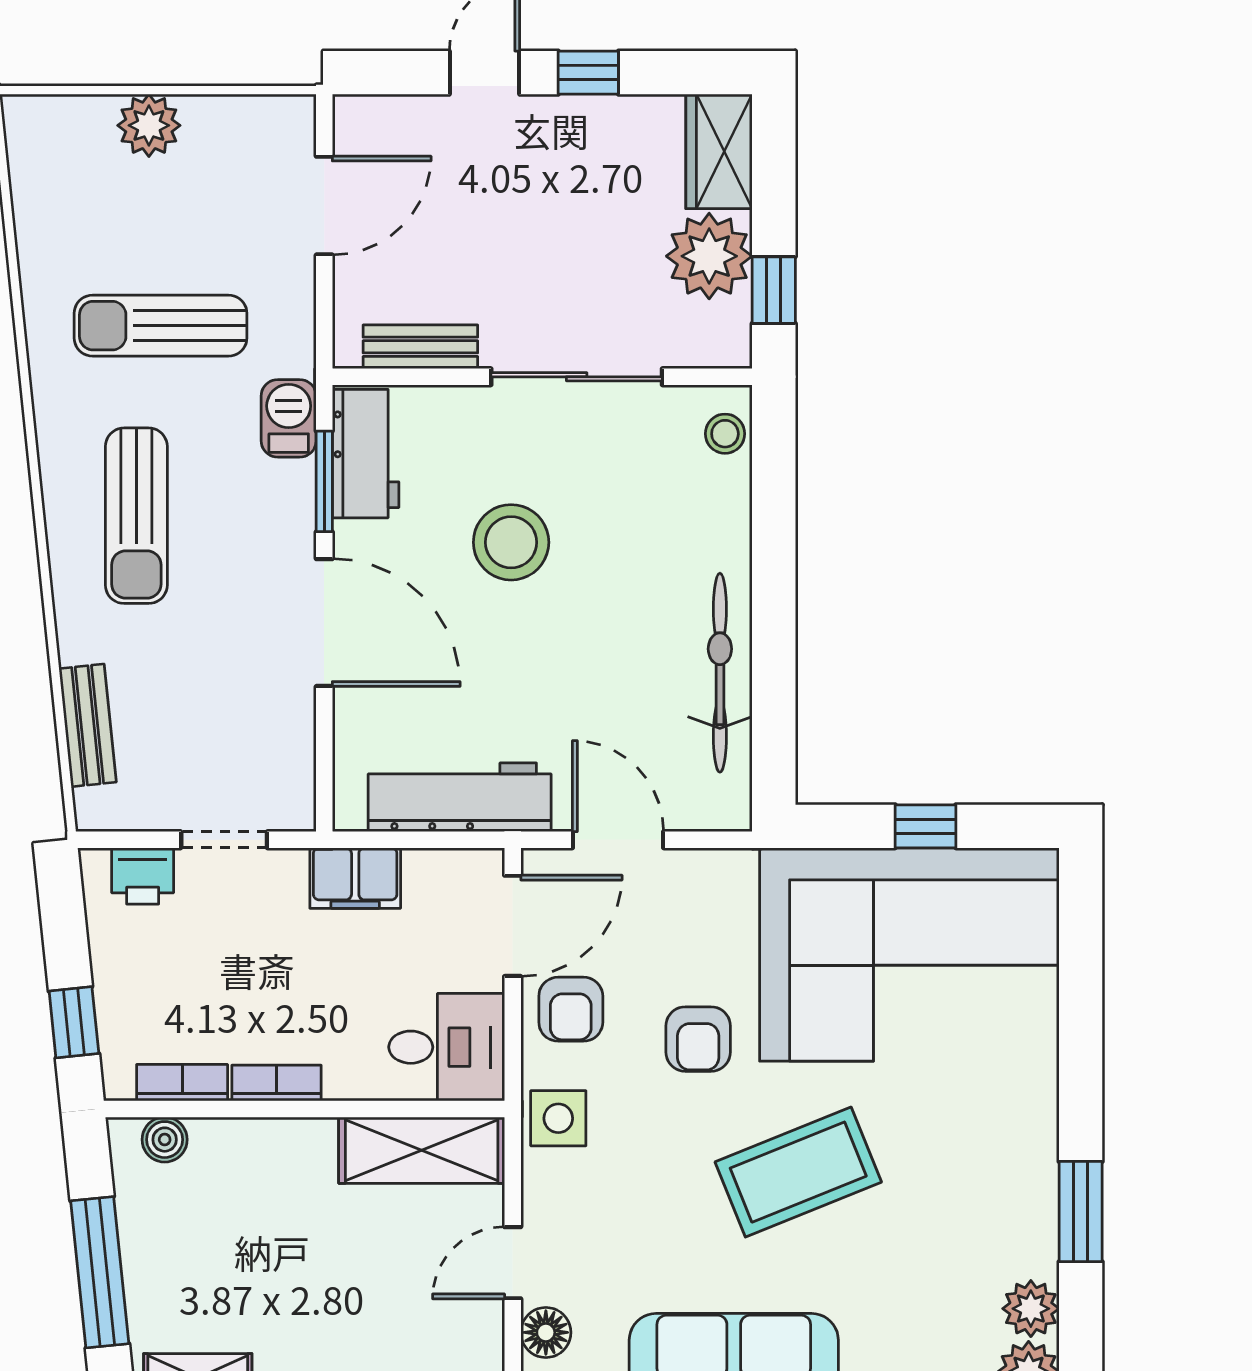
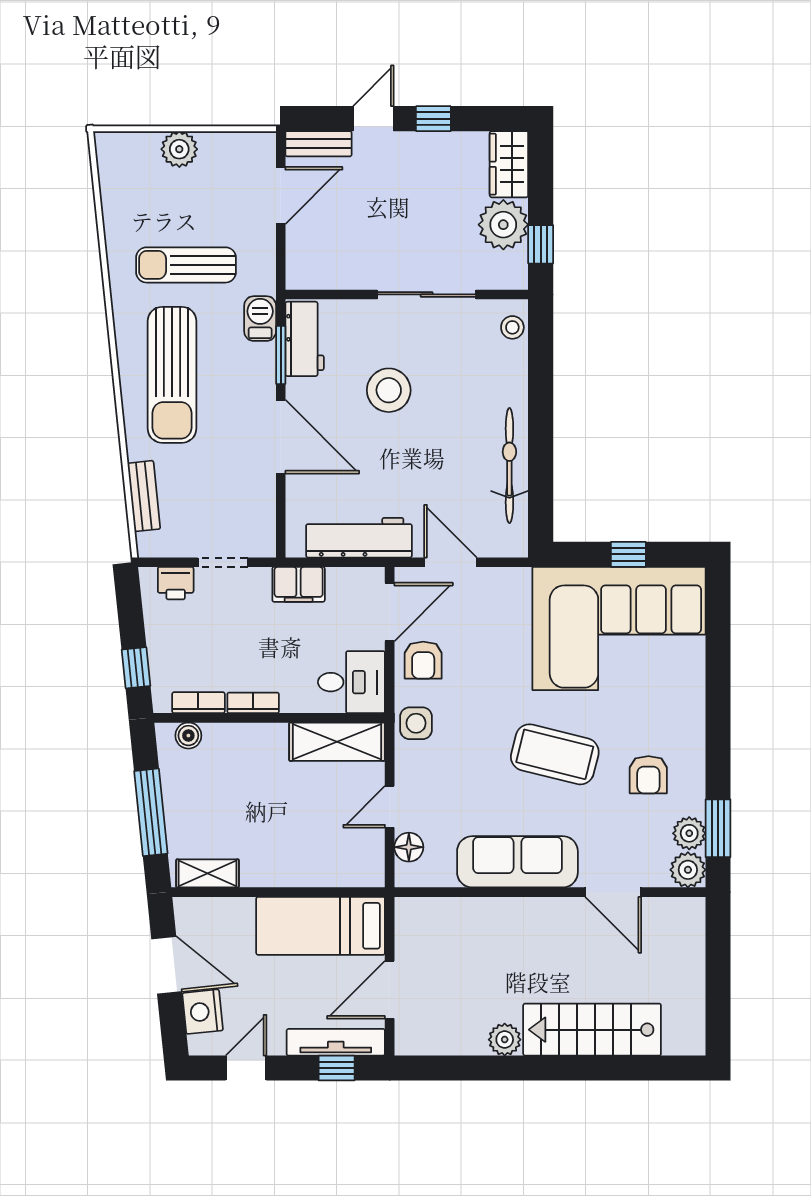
bench: (420, 347) -> (318, 144), moved
sun lounger: (136, 516) -> (172, 375), width x1.36, depth x1.34
armchair: (698, 1039) -> (648, 775), moved
coffee table: (798, 1172) -> (555, 754), turned 36
window: (1081, 1212) -> (718, 828), moved

